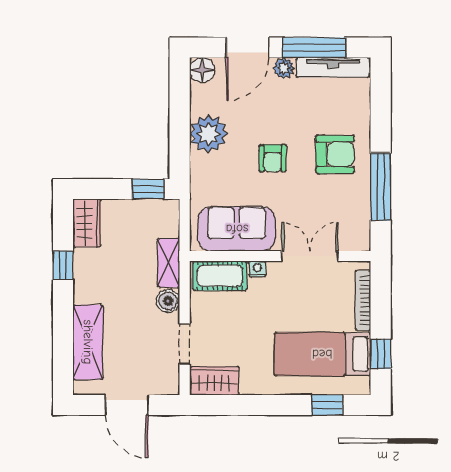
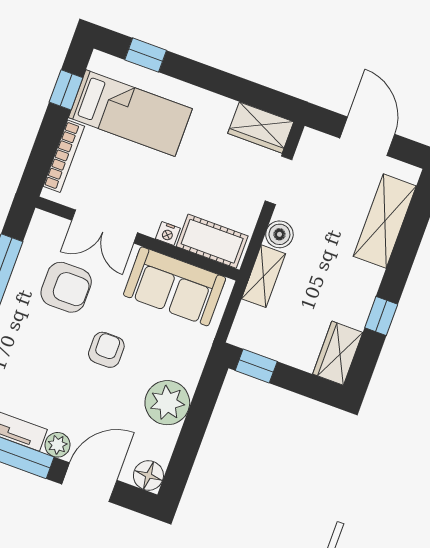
armchair: (335, 154) -> (66, 287), moved, turned 180

